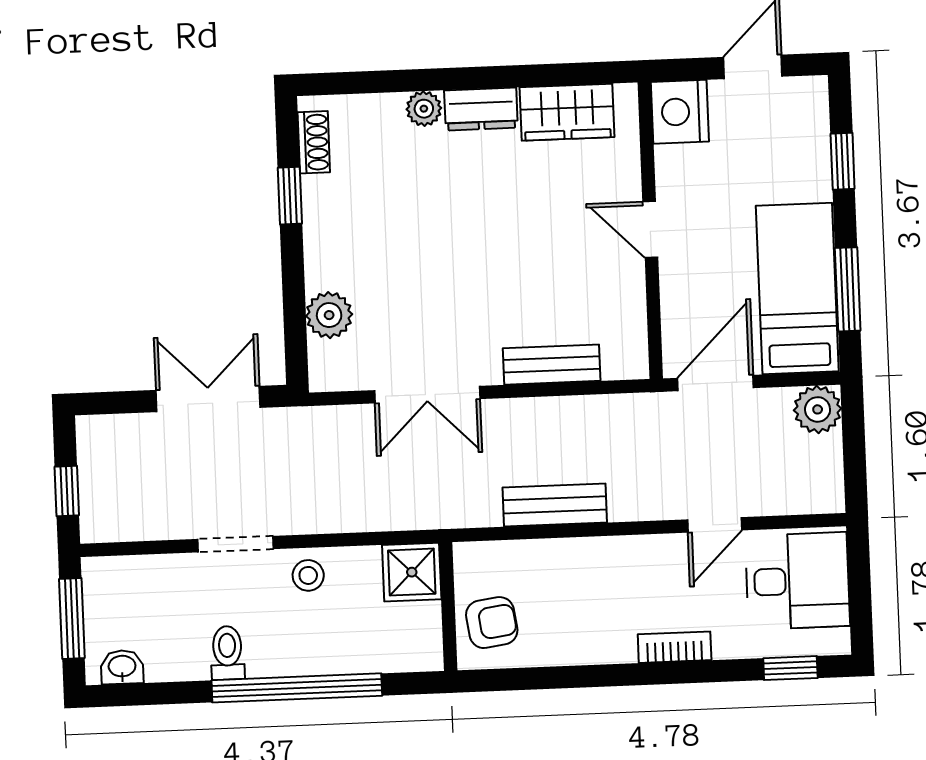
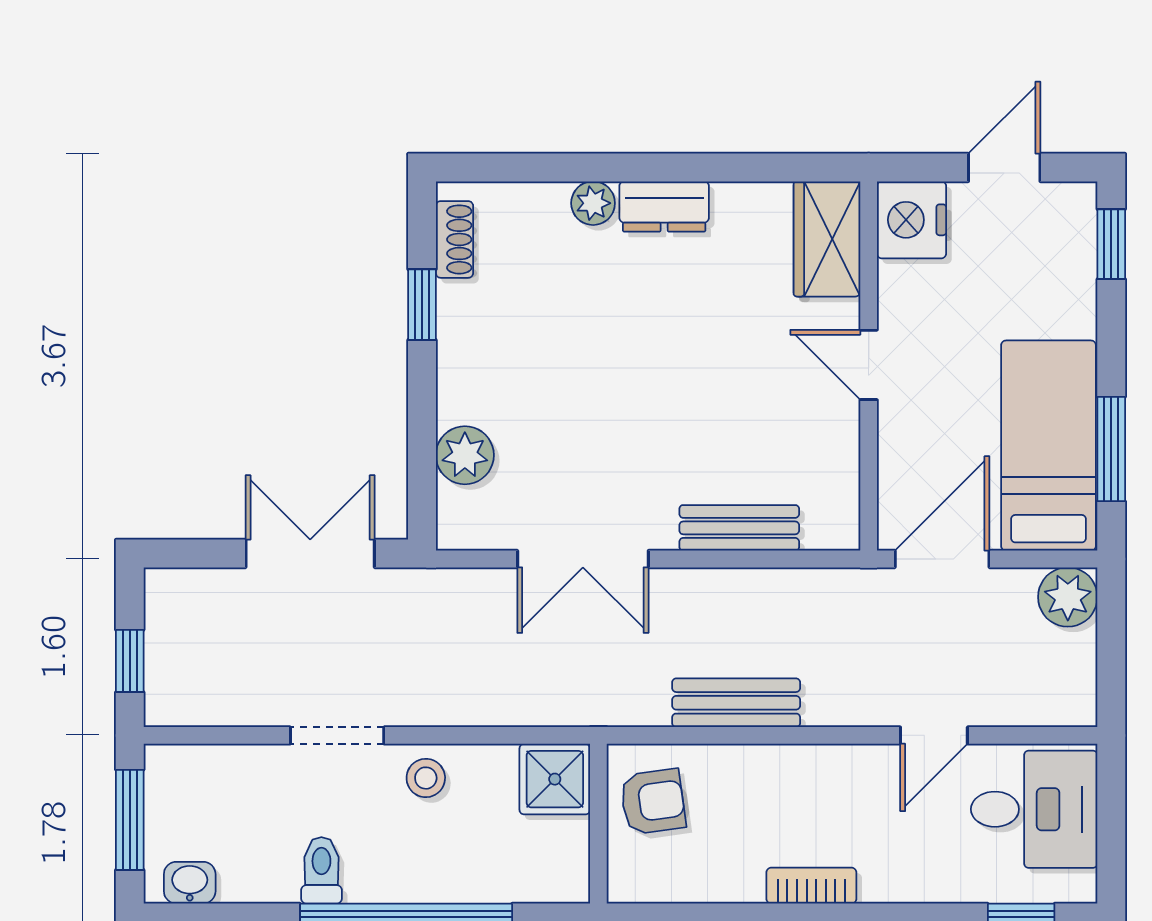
wardrobe: (567, 112) -> (827, 239), moved, turned 90
window: (843, 161) -> (1111, 244), moved
armchair: (492, 623) -> (653, 802), moved
bookcase: (675, 647) -> (811, 886), moved

